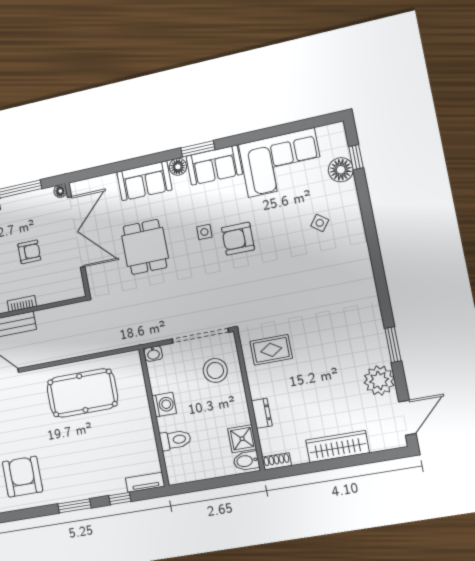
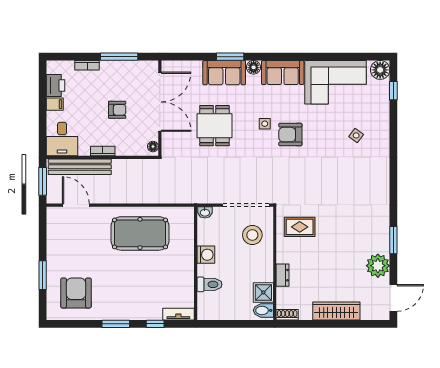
window: (198, 149) -> (230, 57), moved
floor lamp: (341, 170) -> (380, 70), moved
floor lamp: (60, 191) -> (153, 147), moved

